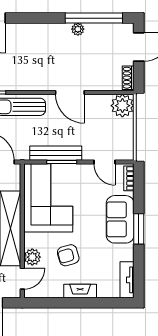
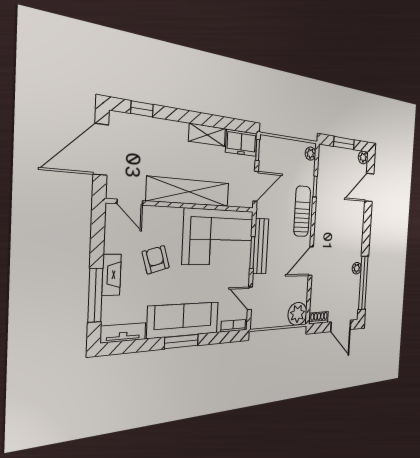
door: (104, 162) -> (250, 298), hinge flipped
sofa: (120, 219) -> (184, 320), width x1.36
plant: (32, 257) -> (156, 216), removed
window: (96, 303) -> (95, 295), added

